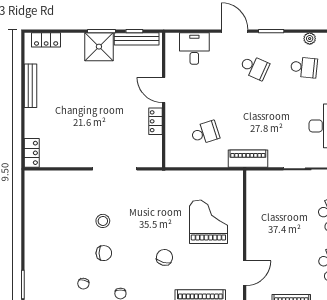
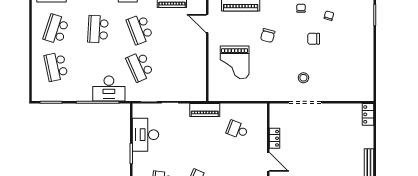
school desk: (205, 133) -> (237, 130), turned 39
stool: (103, 221) -> (303, 78), moved
door: (245, 273) -> (207, 24), hinge flipped

